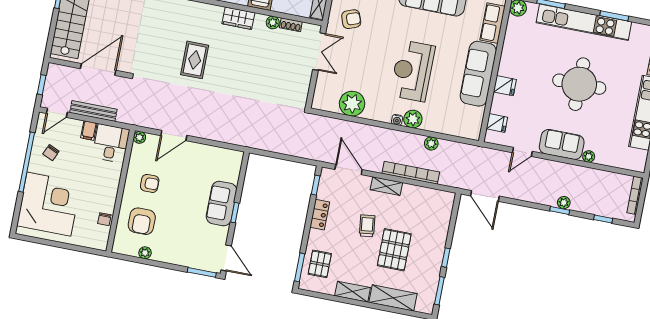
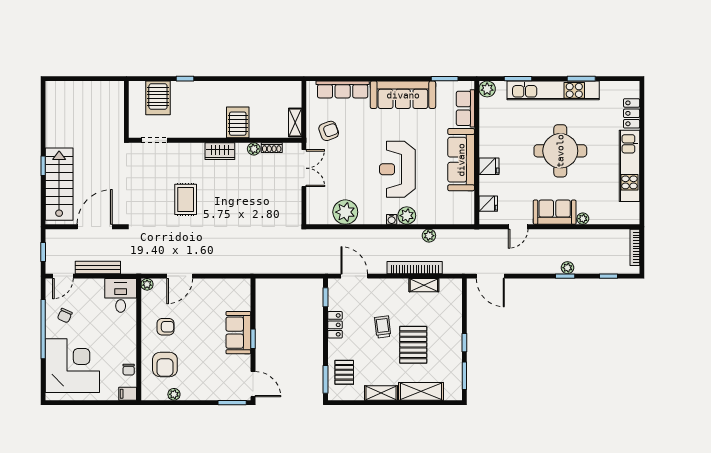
filing cabinet: (89, 130) -> (128, 394), moved, turned 90
shelving: (386, 186) -> (424, 285), moved

